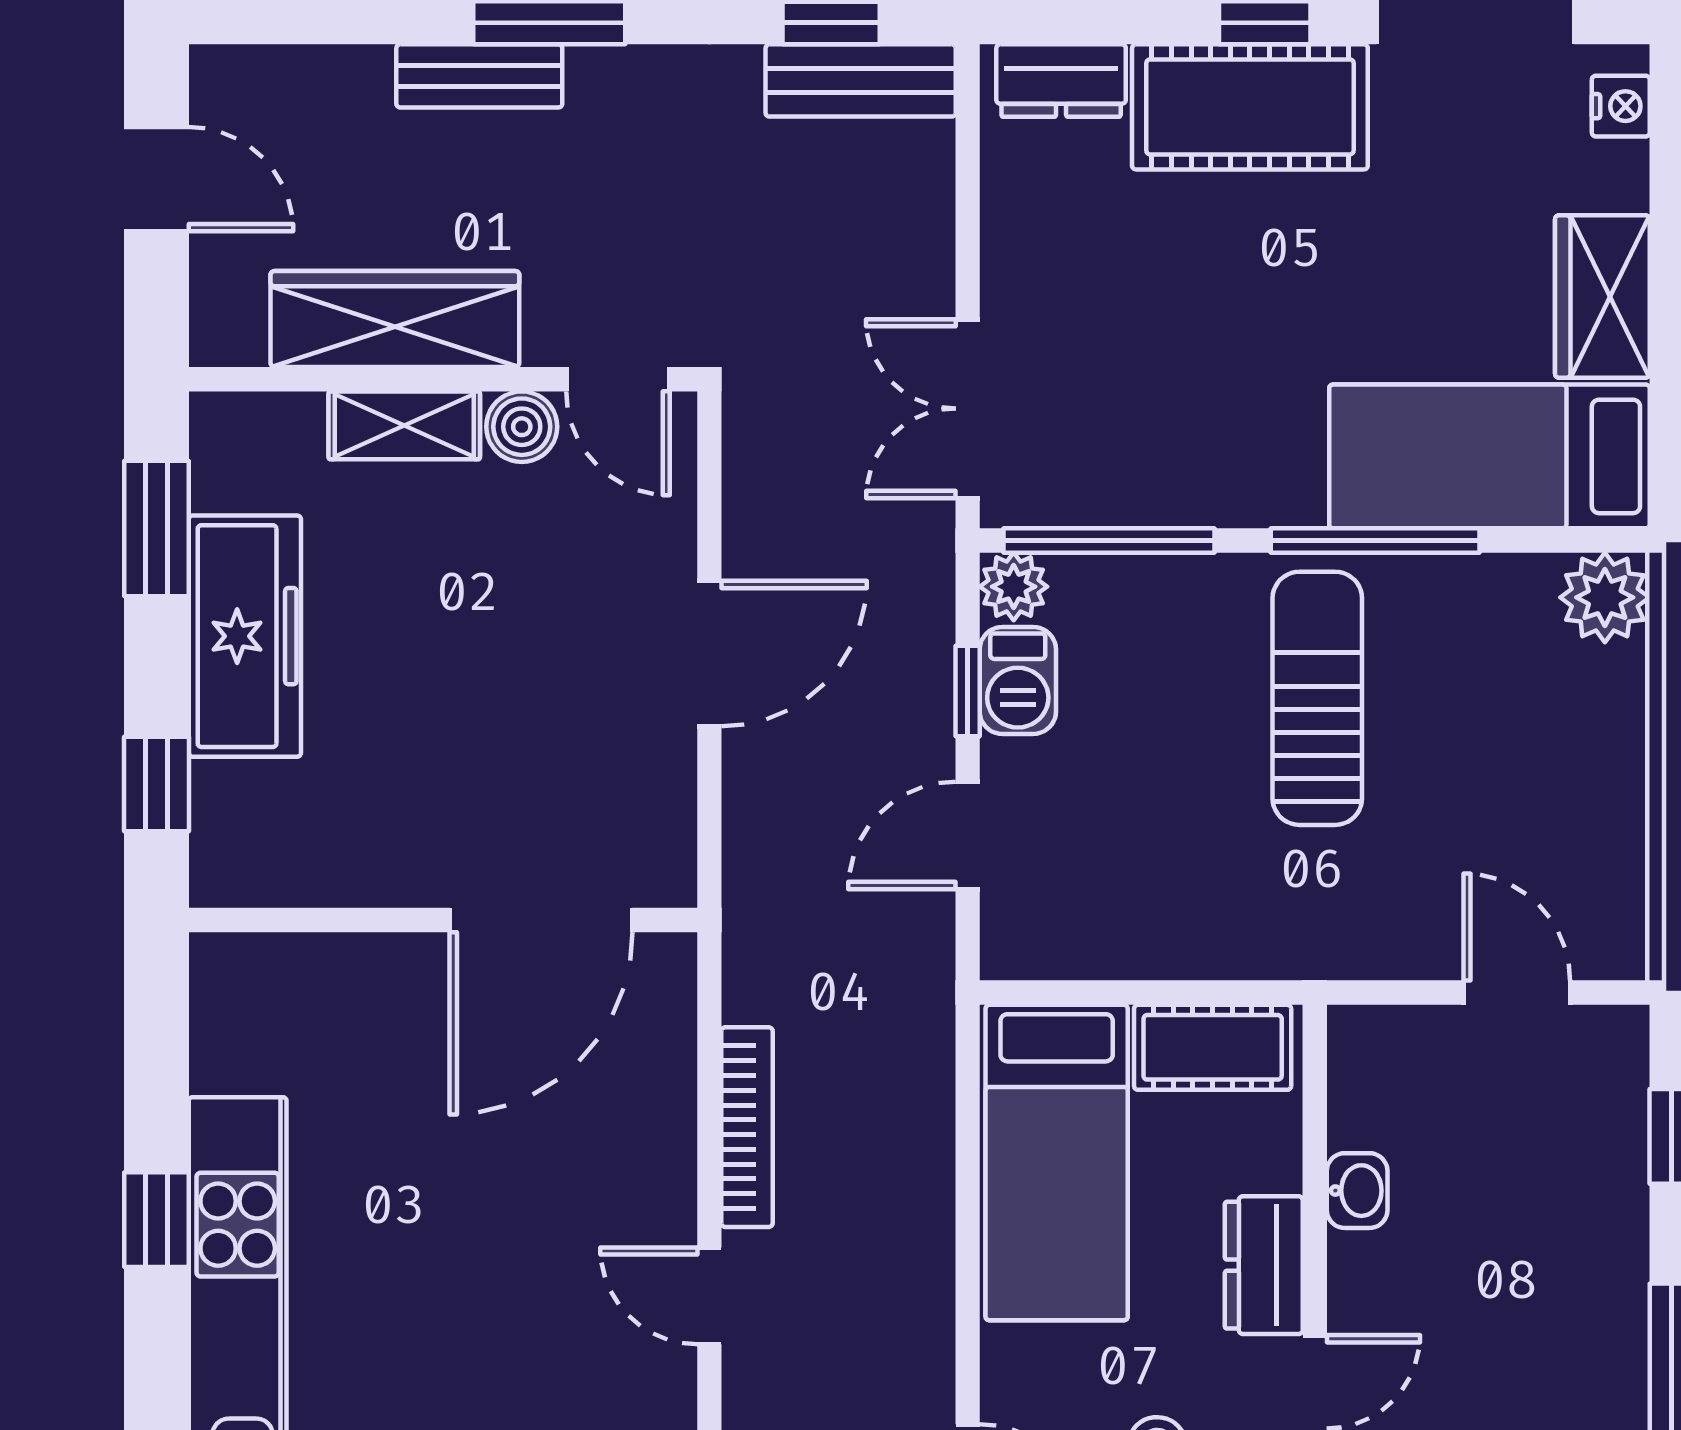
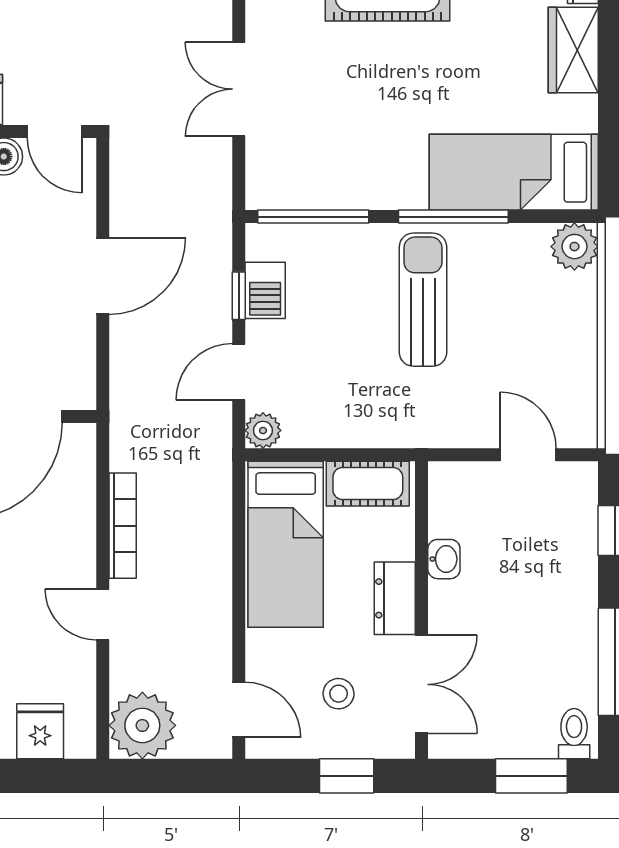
wardrobe: (1602, 297) -> (573, 50), moved
double door: (968, 409) -> (239, 89), moved
plant: (1014, 587) -> (263, 430), moved

